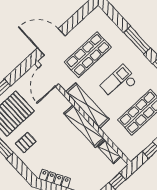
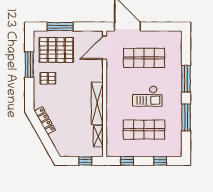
checkout: (119, 83) -> (147, 96), turned 180
shelving: (88, 105) -> (112, 92), removed

